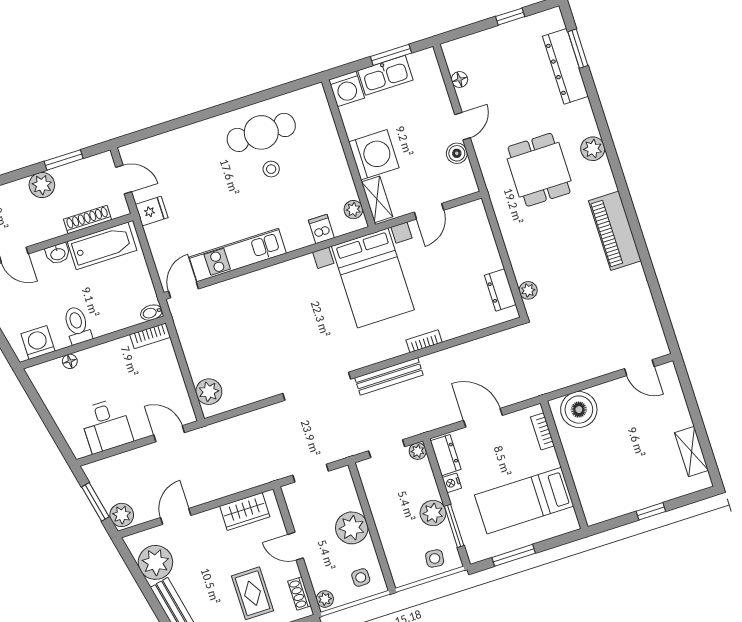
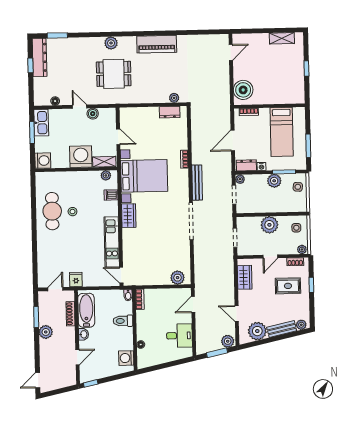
dresser: (565, 66) -> (40, 57), moved, turned -90
kitchen sink: (385, 75) -> (41, 123), moved
wardrobe: (294, 272) -> (129, 216), added
toilet: (77, 325) -> (123, 321), moved

